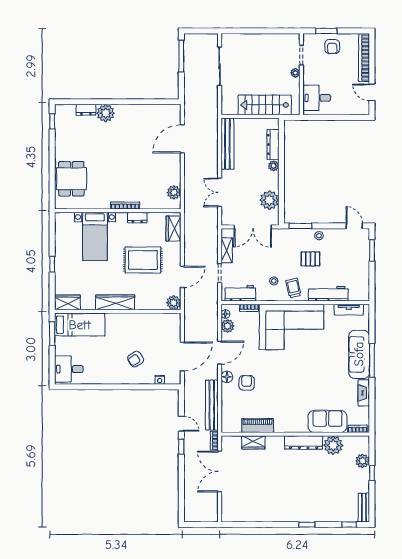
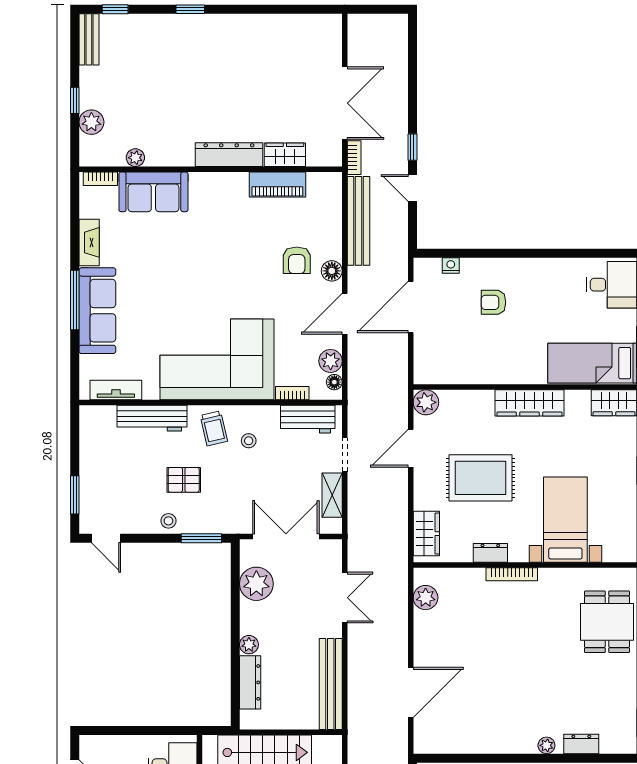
plant: (106, 113) -> (546, 745), width x0.53, depth x0.53
armchair: (136, 359) -> (493, 302), turned -147
dresser: (304, 442) -> (229, 155), moved
plant: (333, 445) -> (135, 158), width x0.53, depth x0.53

